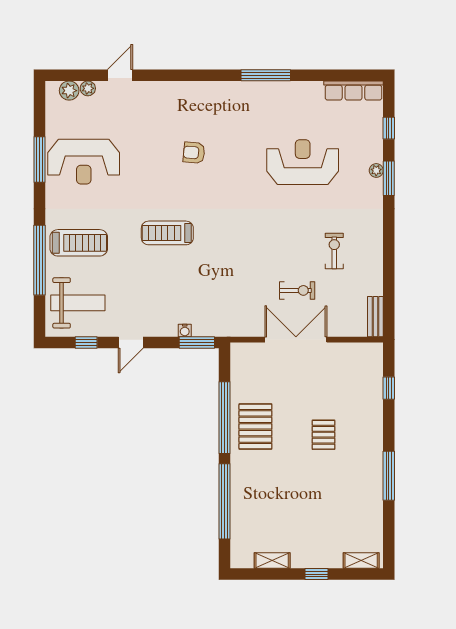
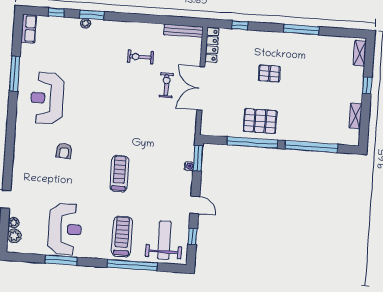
window: (266, 75) -> (15, 74), moved
row of seats: (353, 91) -> (29, 29), width x0.68
reception desk: (303, 162) -> (47, 98), moved
treadmill: (167, 233) -> (119, 174), turned 180
bench: (375, 317) -> (183, 31), width x1.36
locker: (358, 351) -> (212, 45), added

